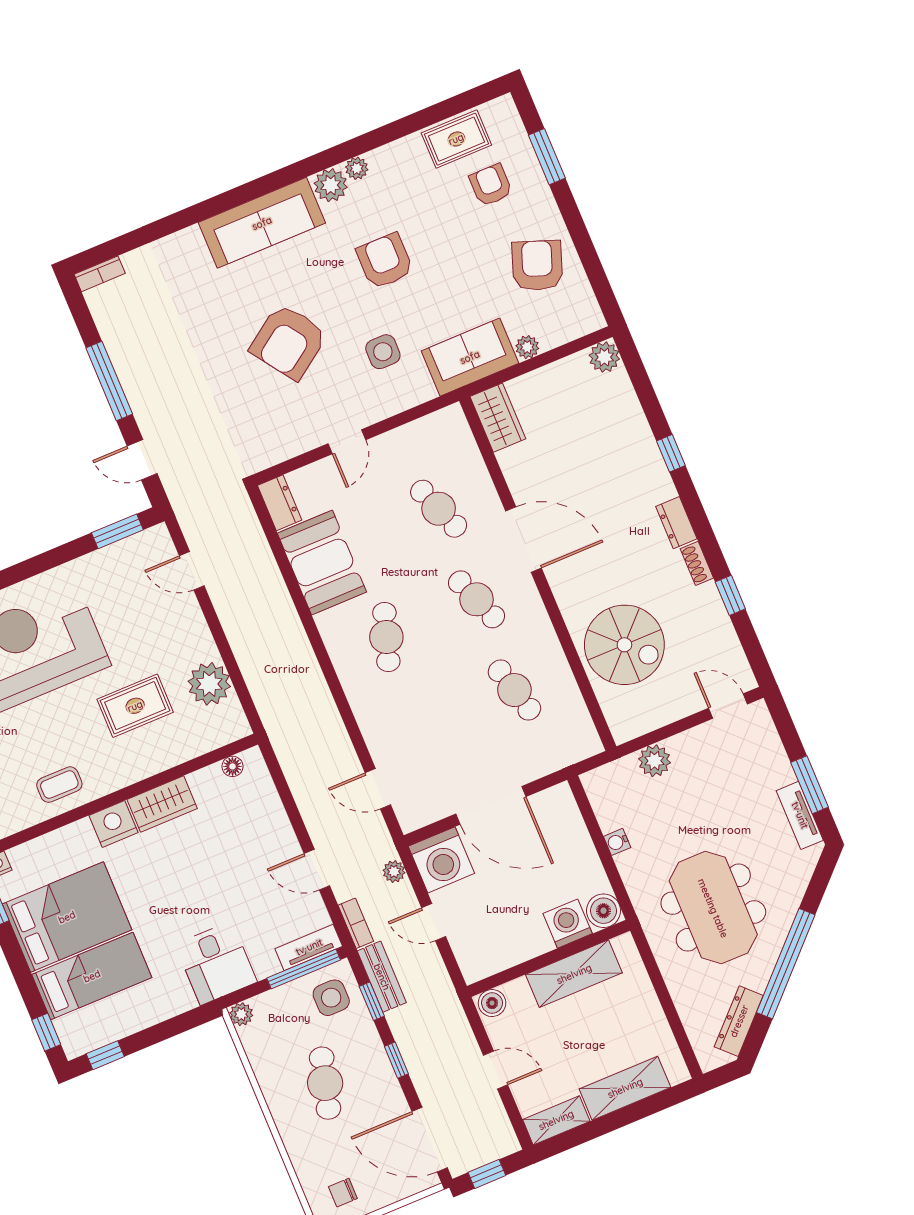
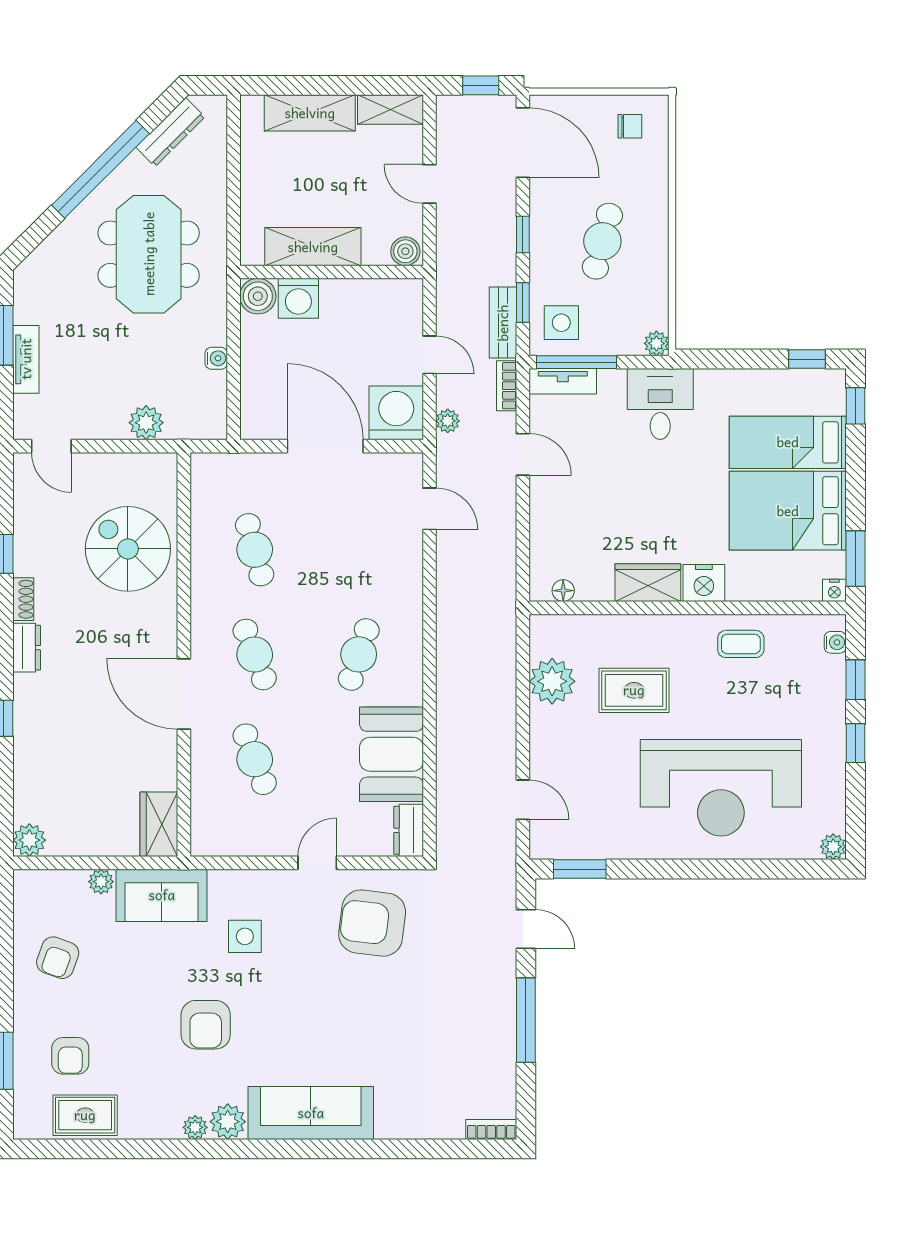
armchair: (537, 265) -> (58, 958), width x0.72, depth x0.72
armchair: (289, 342) -> (372, 923), moved, turned -138
tv unit: (800, 815) -> (26, 359), moved

